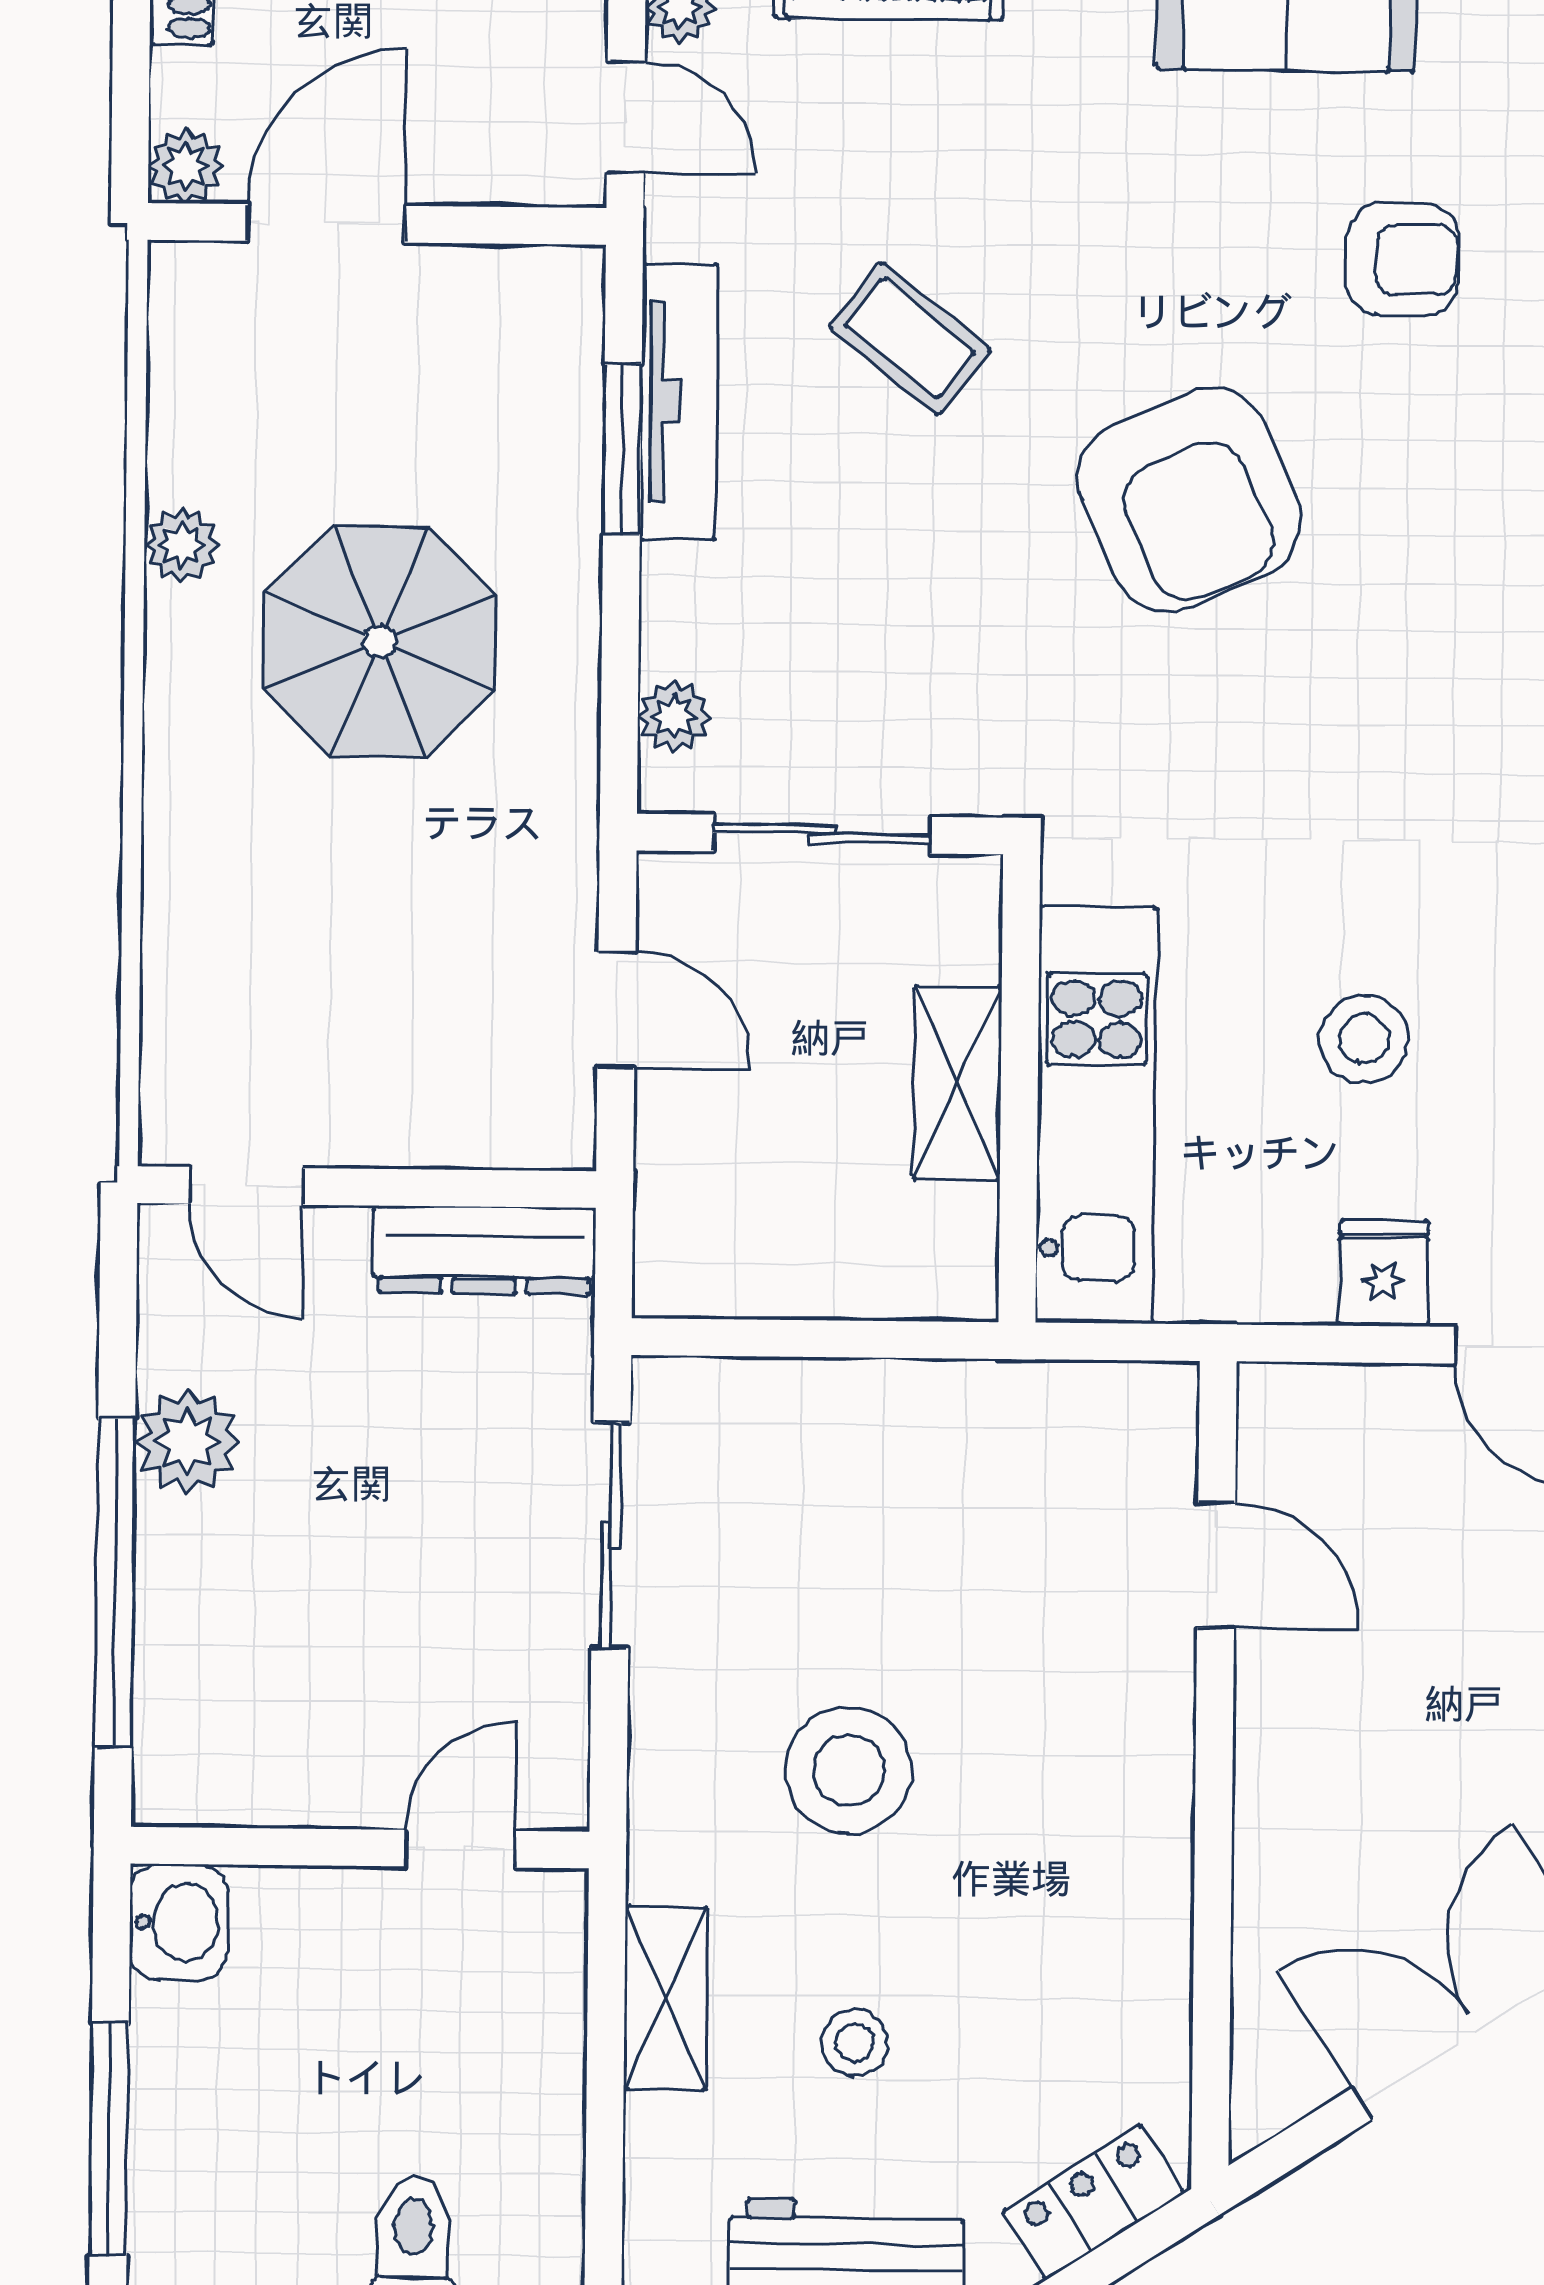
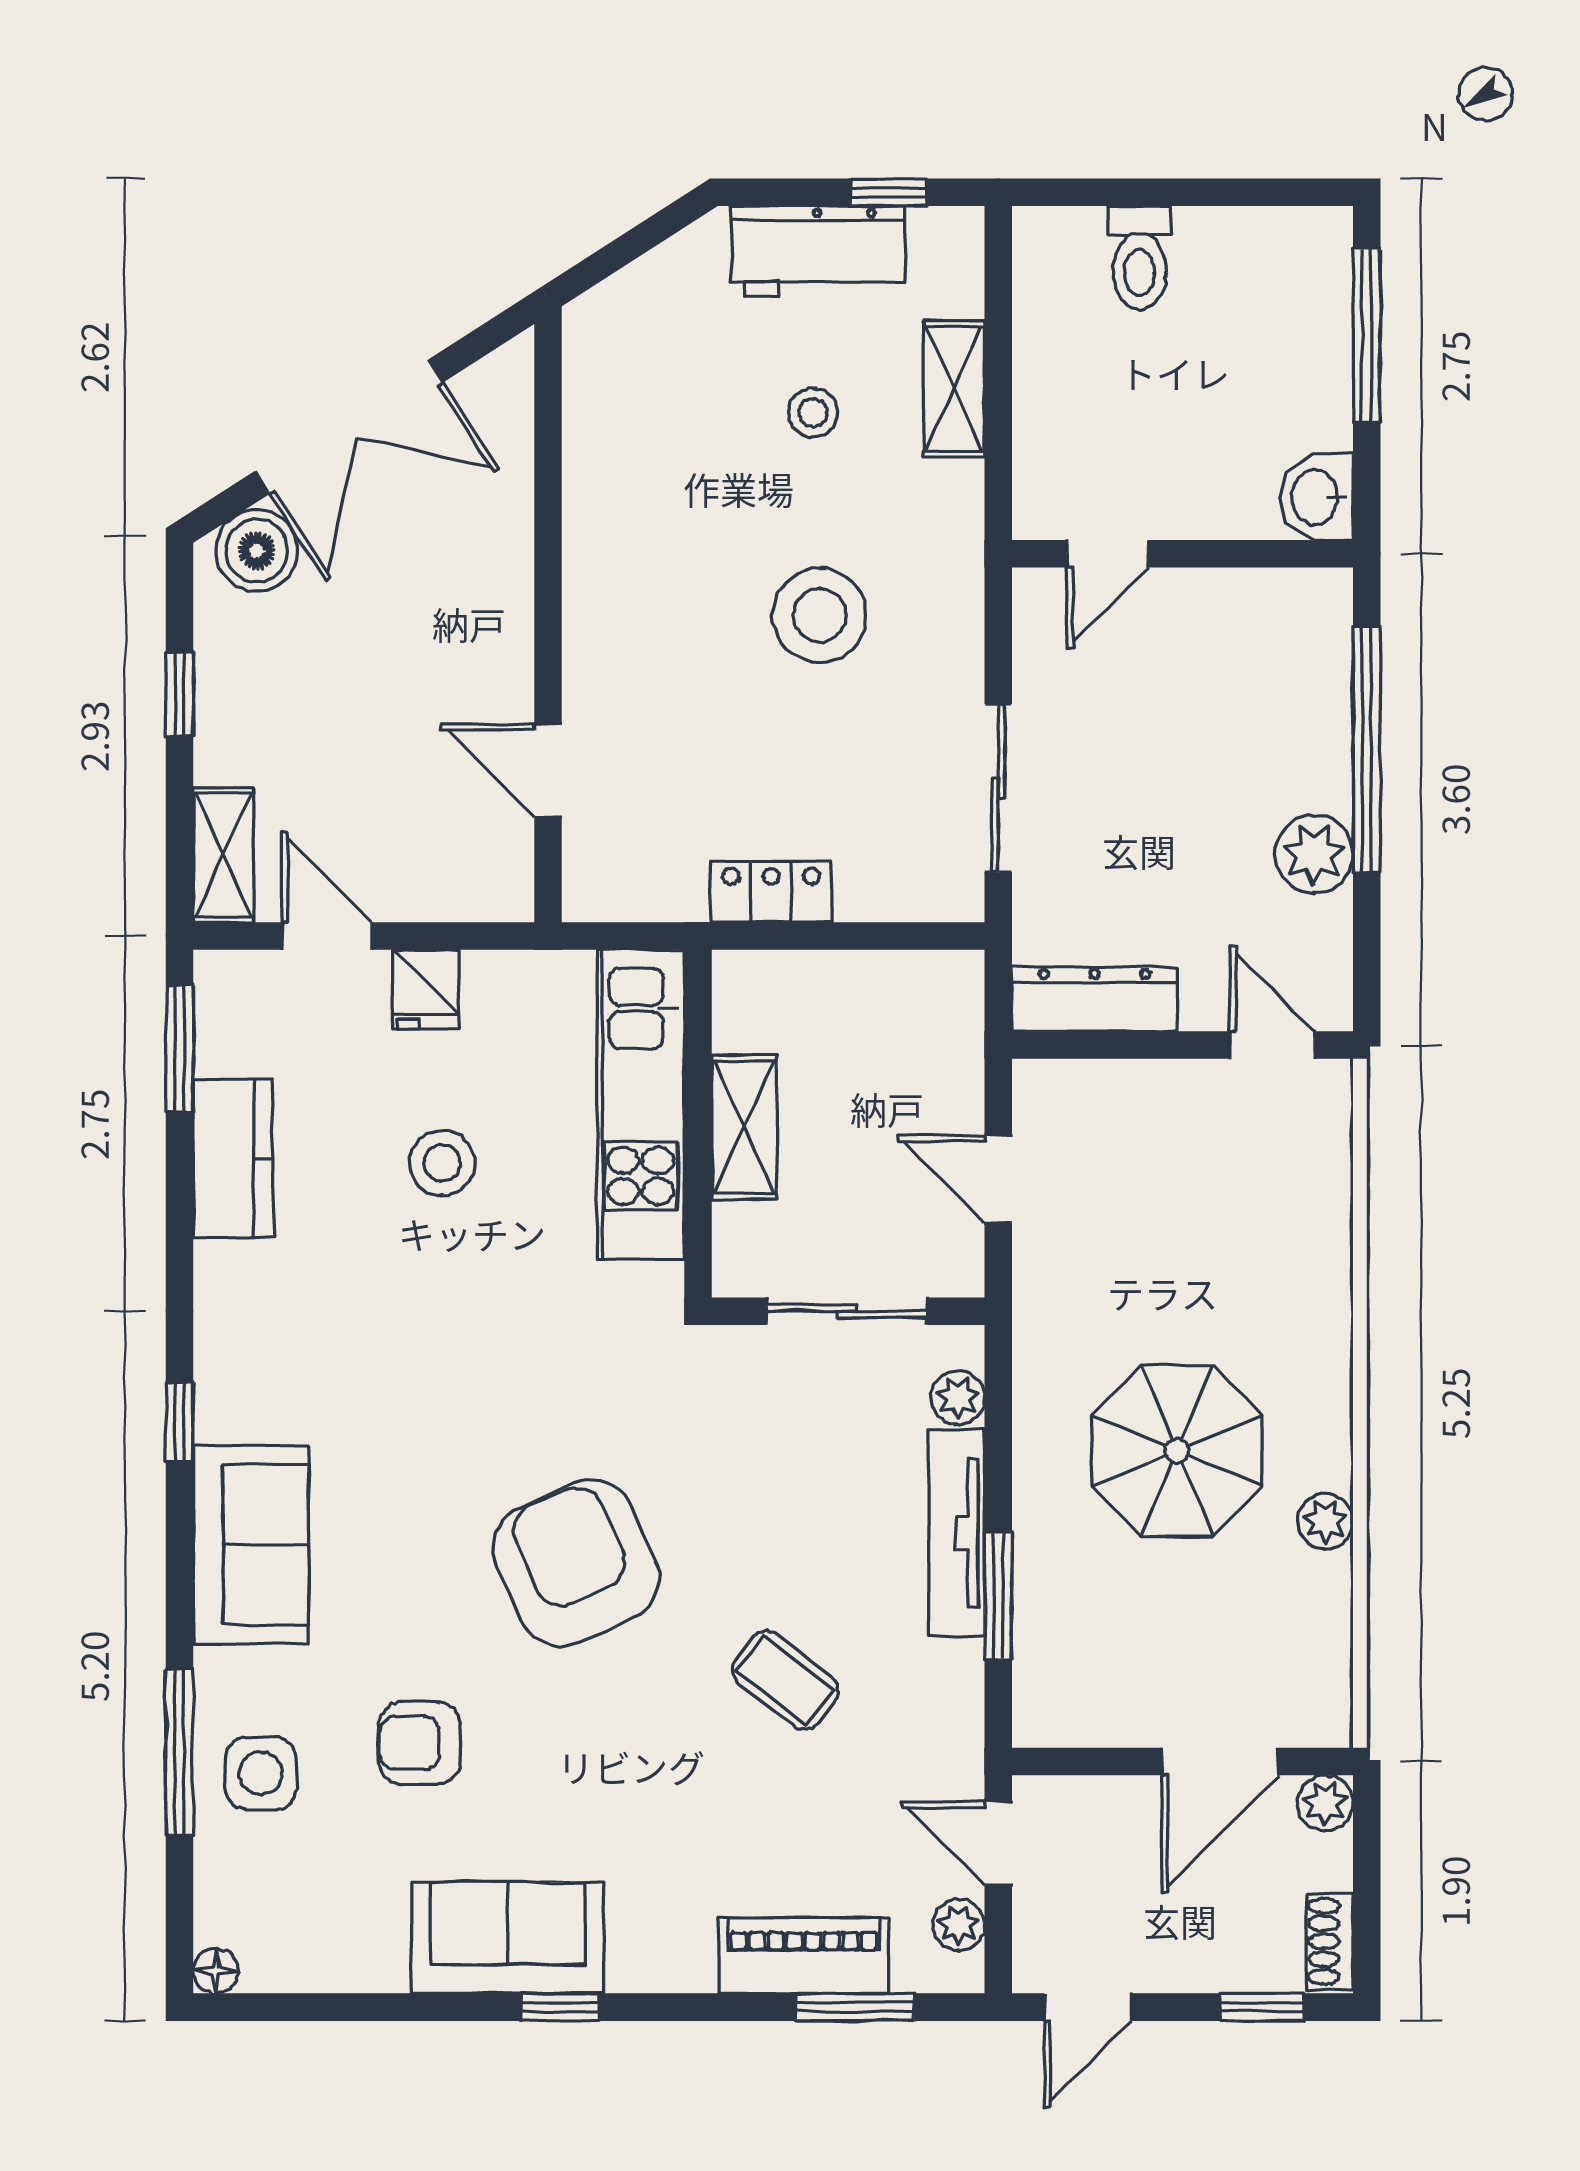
tv unit: (679, 402) -> (957, 1533), moved
shelving: (666, 1998) -> (954, 389), moved
locker: (1093, 2202) -> (771, 892), moved, turned -147

